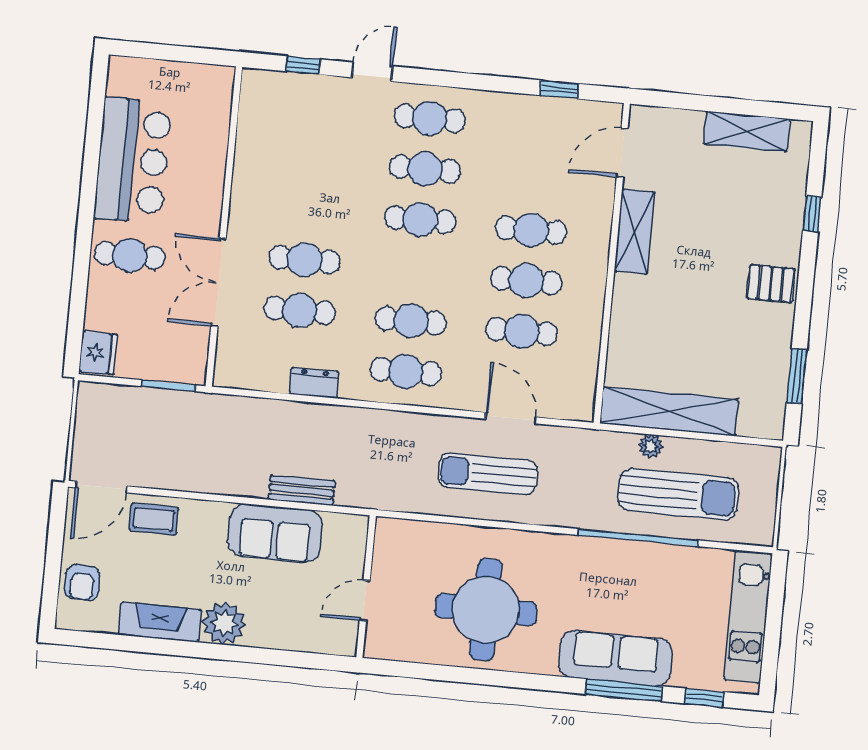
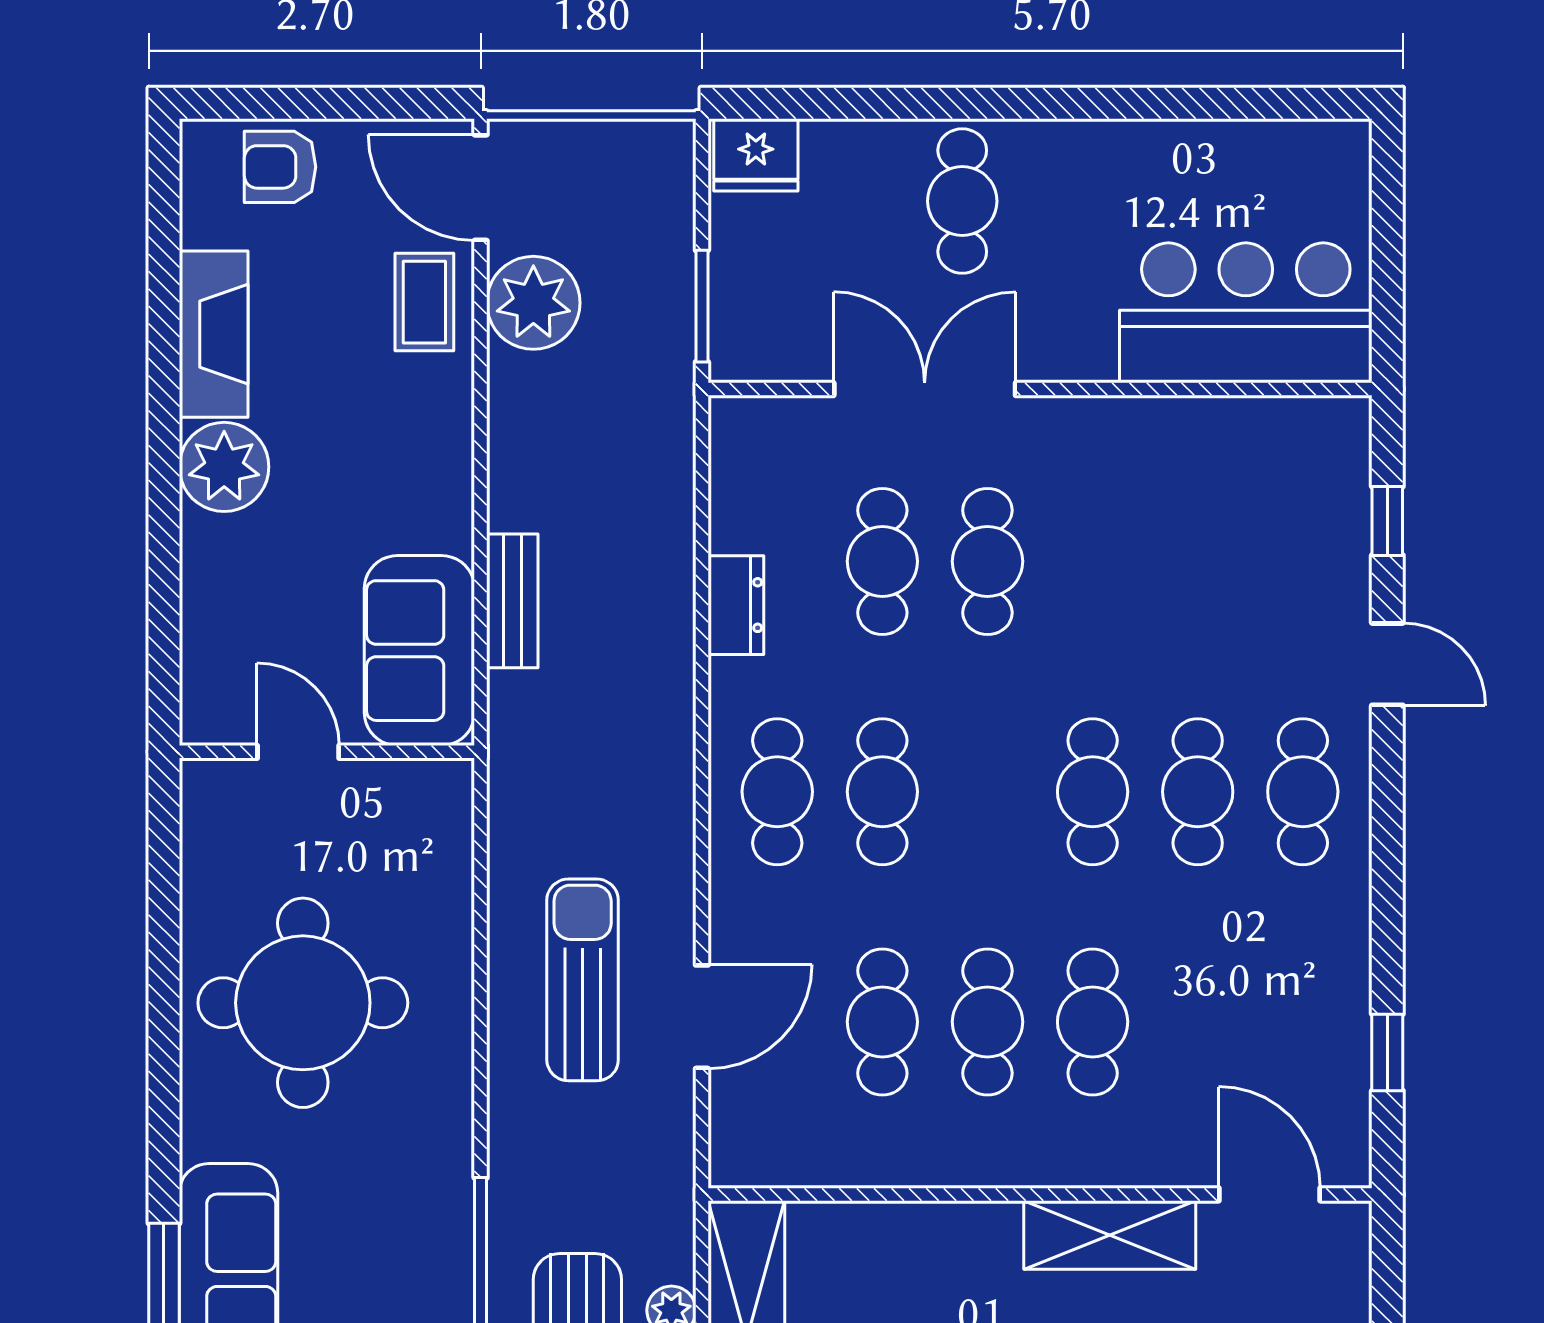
bar counter: (133, 161) -> (1246, 313), moved, turned 180
plant: (159, 467) -> (533, 303), added
sofa: (275, 533) -> (419, 651), moved

